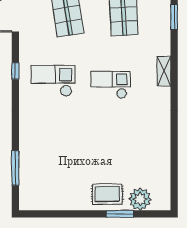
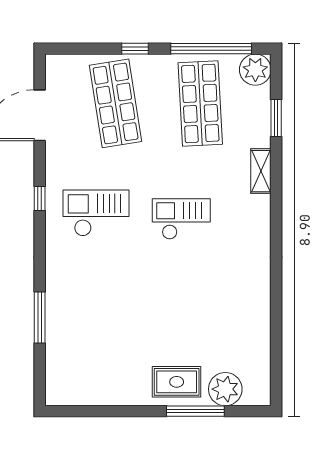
shelving: (164, 71) -> (261, 171), moved
window: (15, 168) -> (40, 318), moved
window: (120, 214) -> (195, 411), width x1.44

